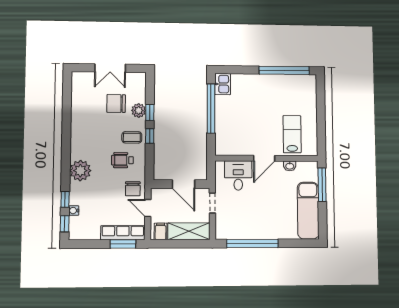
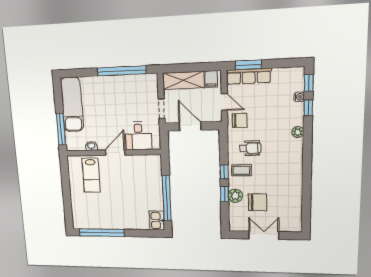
plant: (80, 171) -> (298, 132), width x0.53, depth x0.53
chair: (133, 189) -> (240, 120), turned 90

